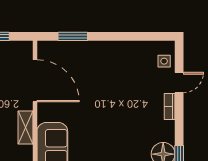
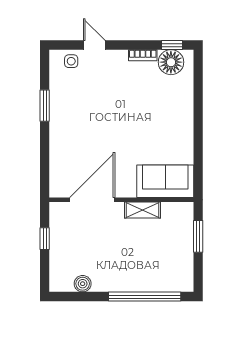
window: (73, 36) -> (45, 106), moved
bookcase: (170, 106) -> (143, 55), moved

